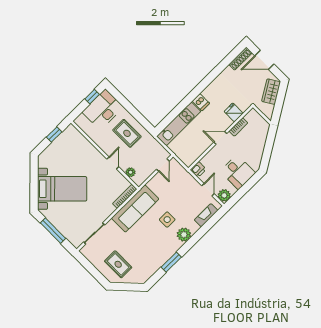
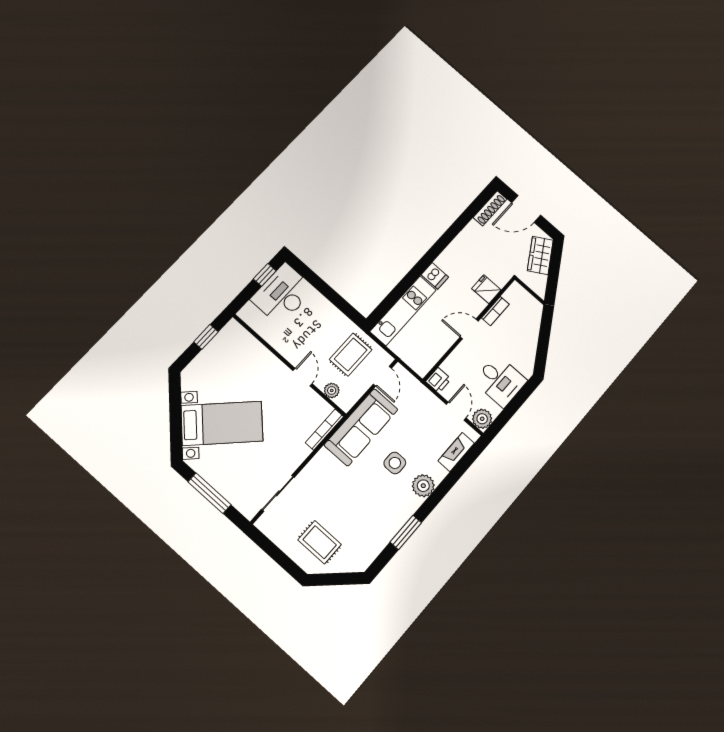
rug: (127, 133) -> (351, 354), moved, turned 90
sofa: (135, 209) -> (361, 427), moved

